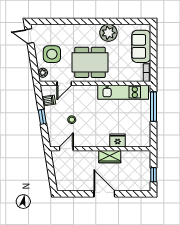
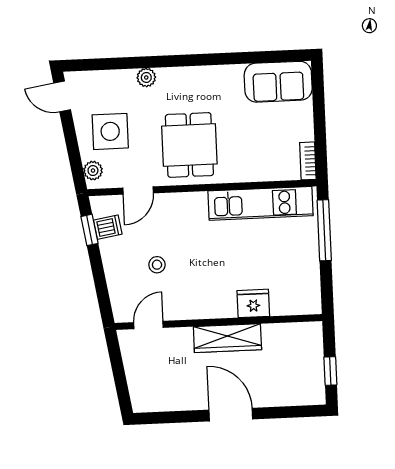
plant: (108, 33) -> (146, 77), moved, width x0.53, depth x0.53
sofa: (141, 46) -> (278, 82), moved, turned -90
dining table: (90, 62) -> (189, 145), width x0.73
window: (42, 117) -> (89, 230), moved
wardrobe: (110, 157) -> (227, 338), width x1.50

